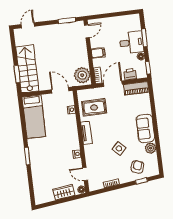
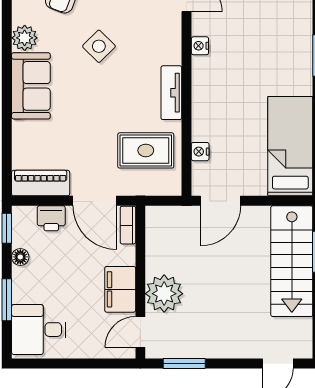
desk: (131, 43) -> (39, 330), moved
filing cabinet: (98, 53) -> (120, 289), width x2.00
plant: (82, 75) -> (164, 294), moved
door: (113, 84) -> (95, 201), hinge flipped
door: (60, 90) -> (220, 201), hinge flipped

